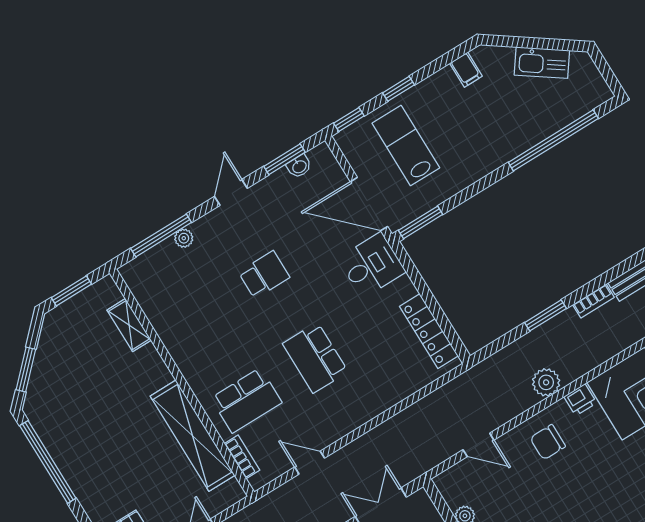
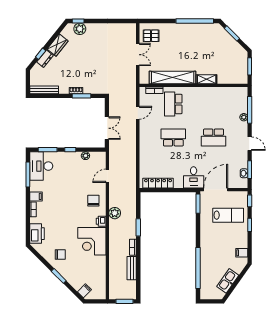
school desk: (264, 275) -> (214, 137), width x1.85
shelving: (129, 325) -> (207, 79), moved

